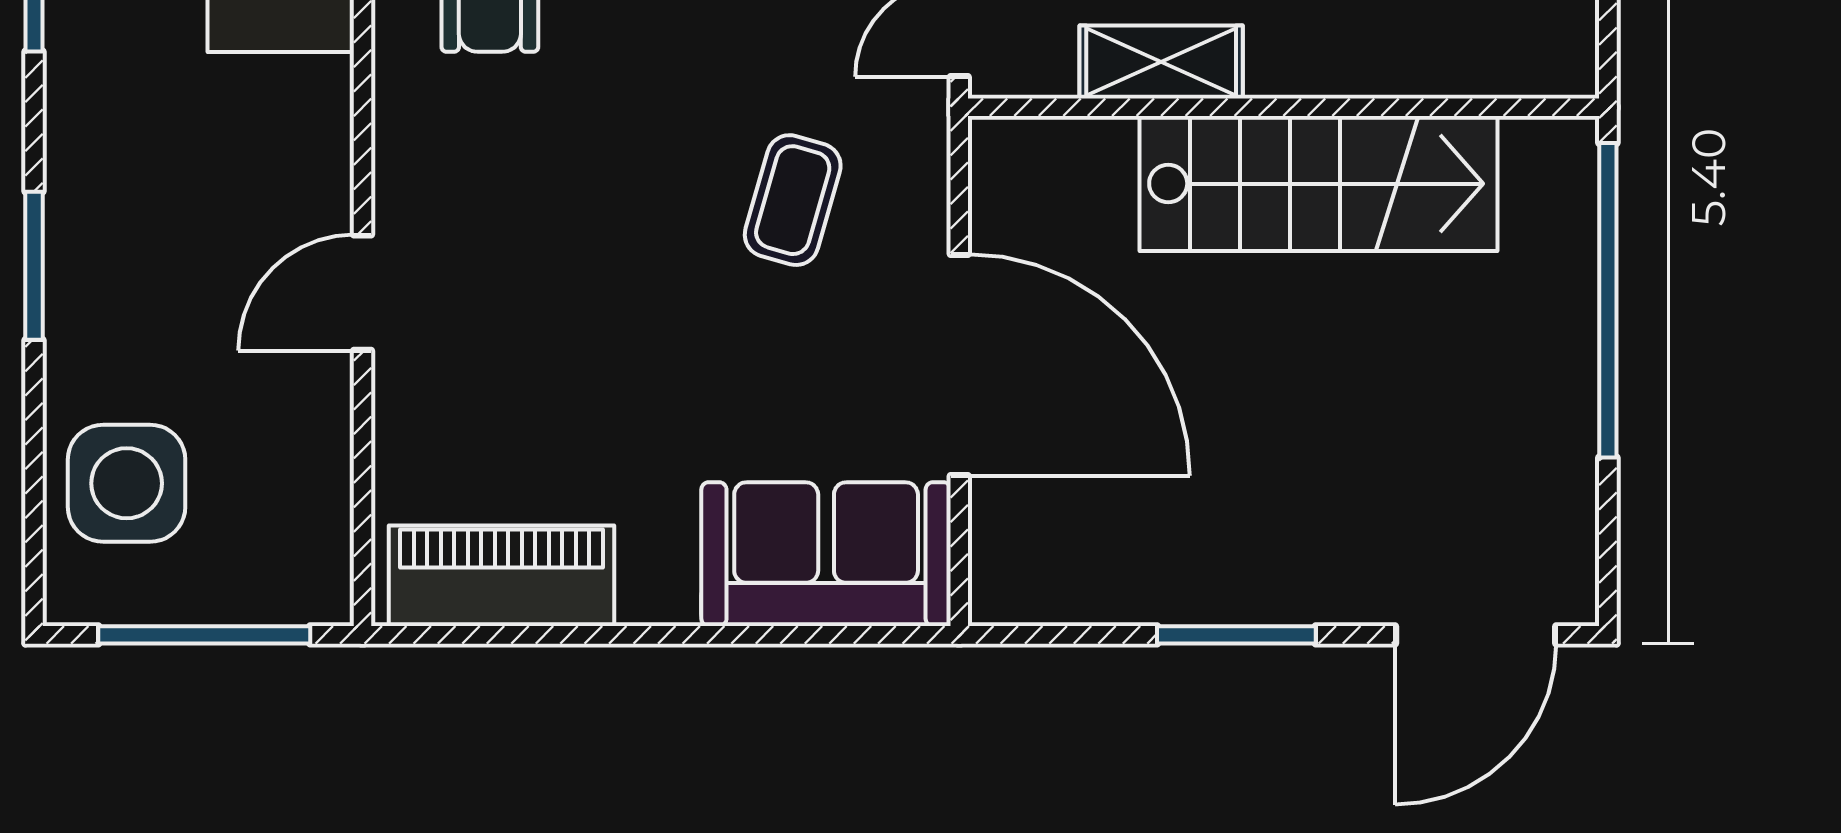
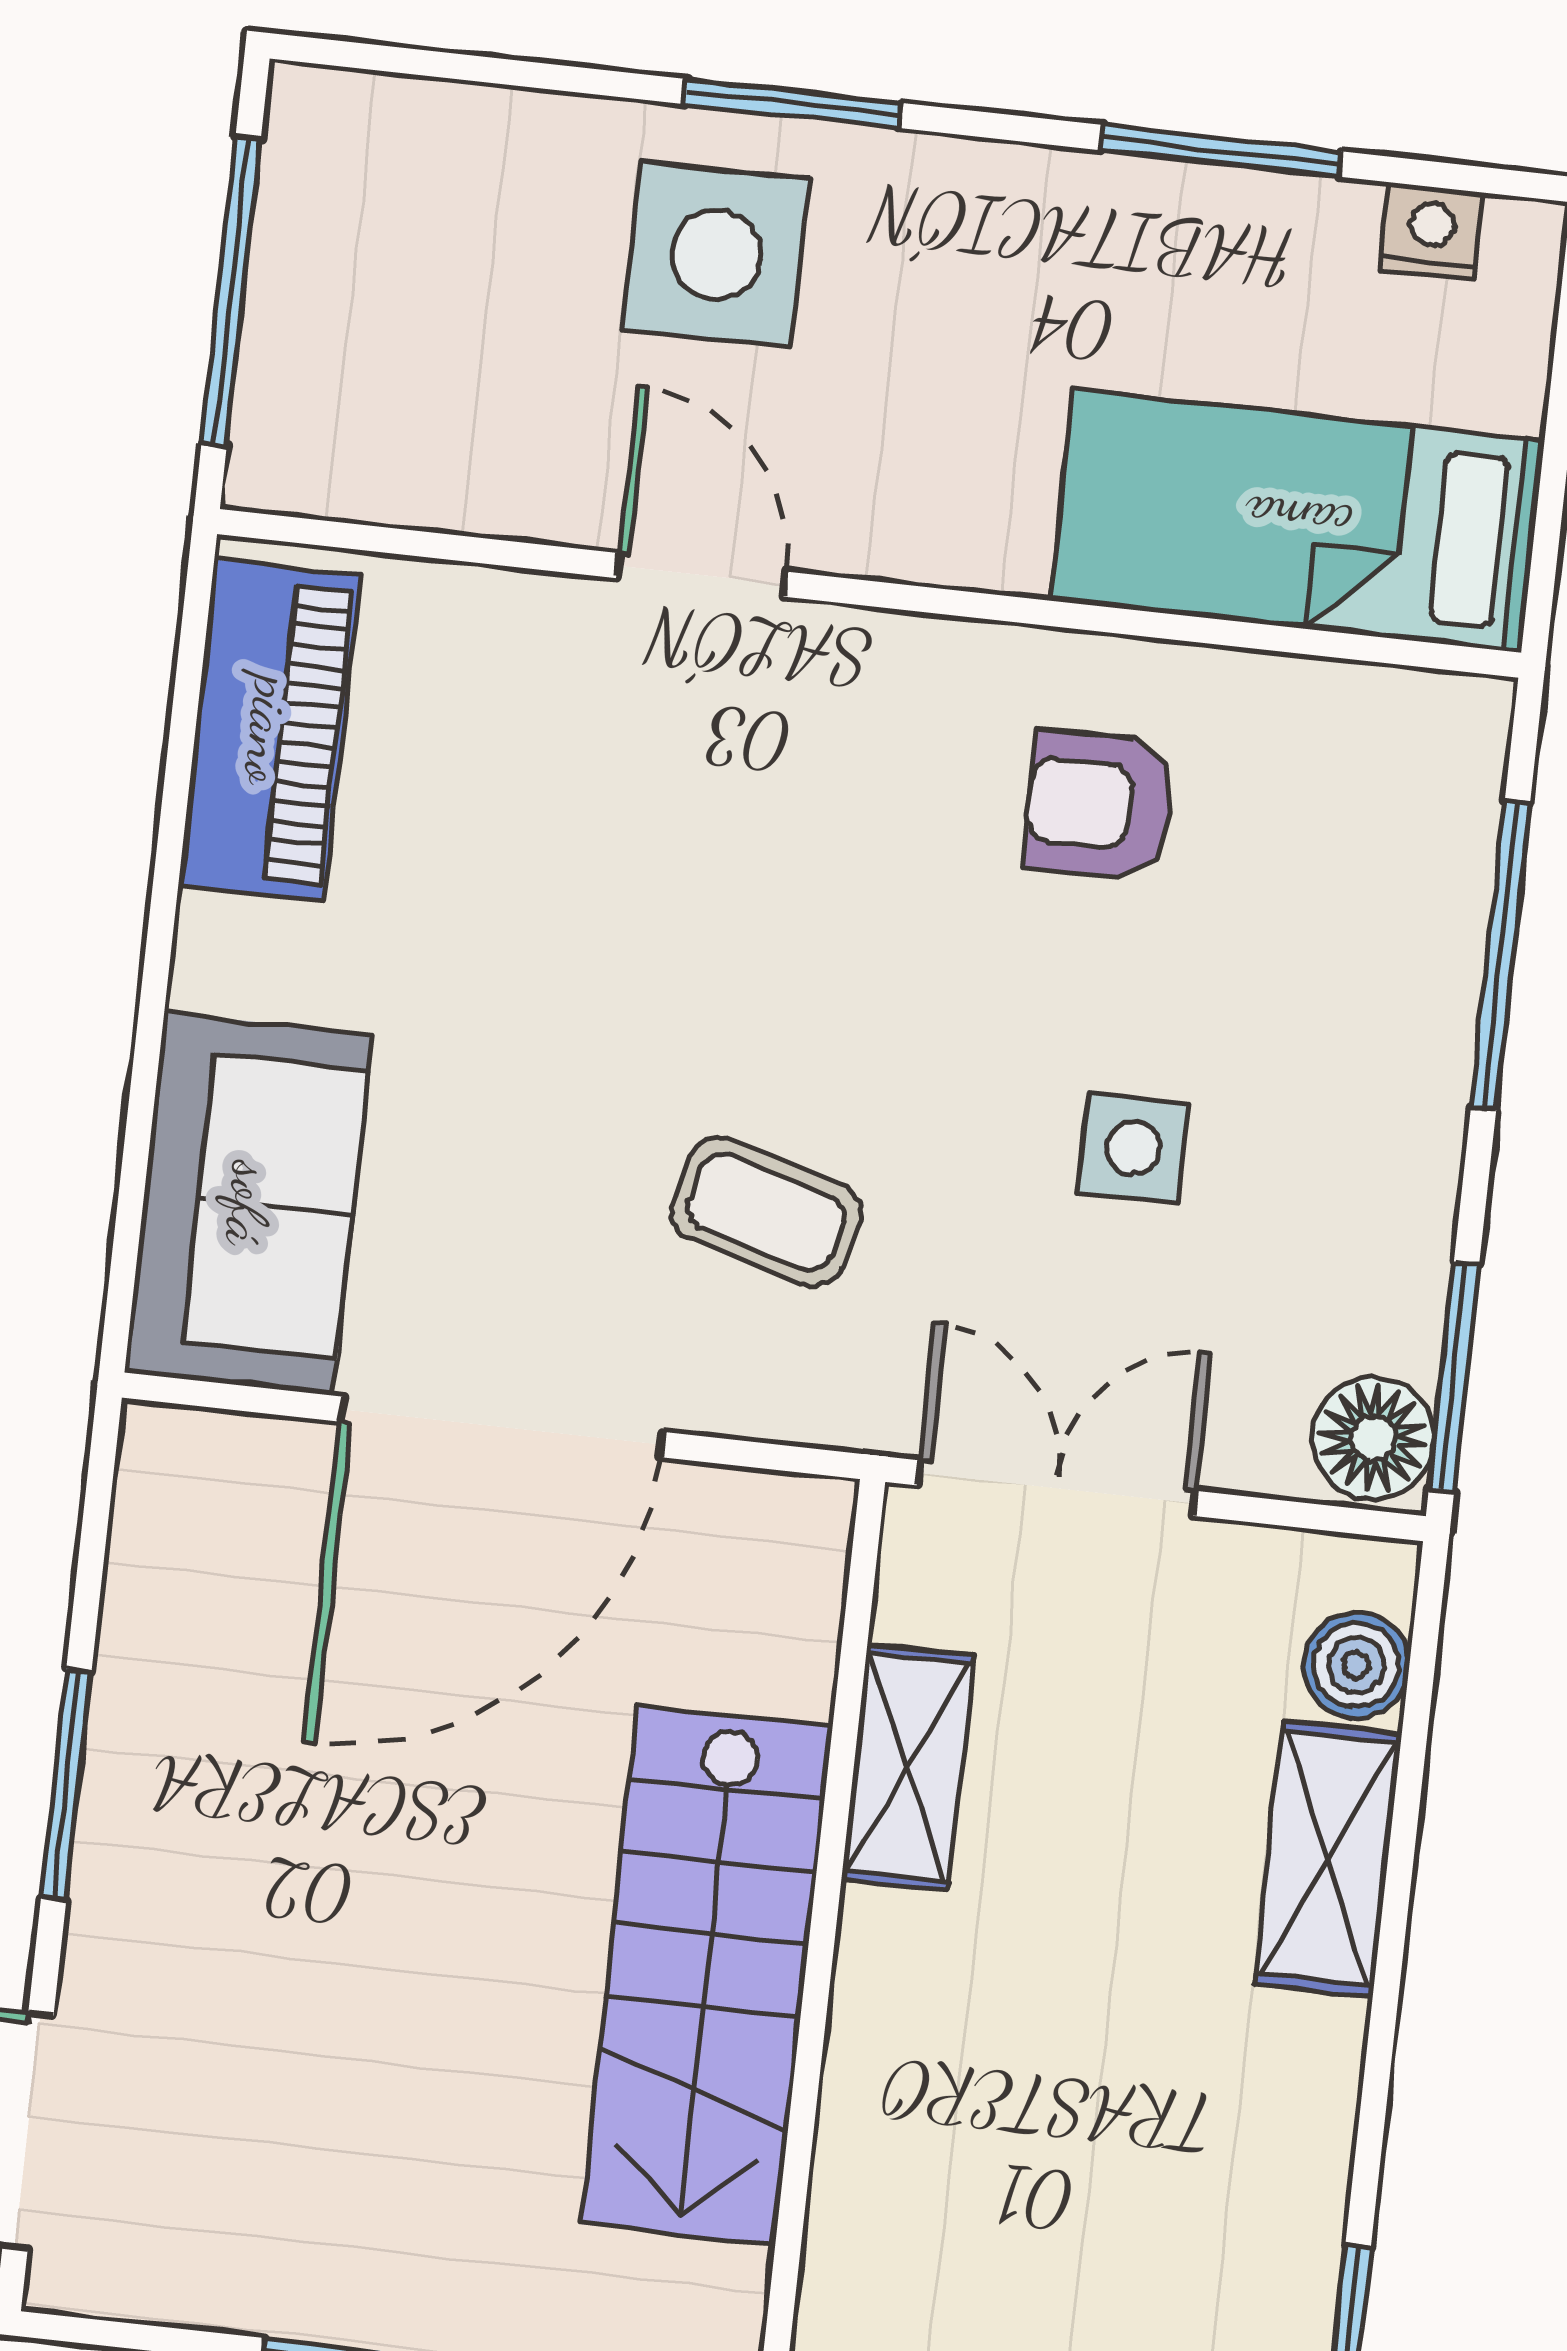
side table: (127, 483) -> (716, 255), moved

